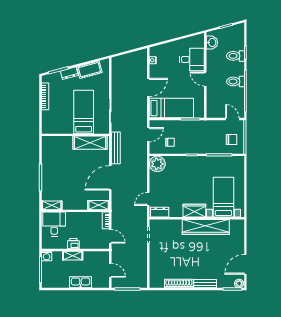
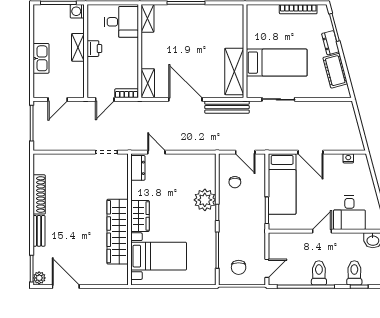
plant: (157, 164) -> (205, 200), moved

